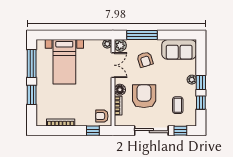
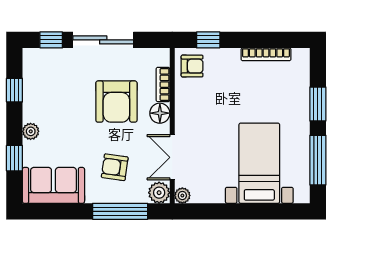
armchair: (145, 60) -> (115, 167), turned -64
window: (201, 82) -> (14, 158), moved
coffee table: (178, 105) -> (56, 85), removed

